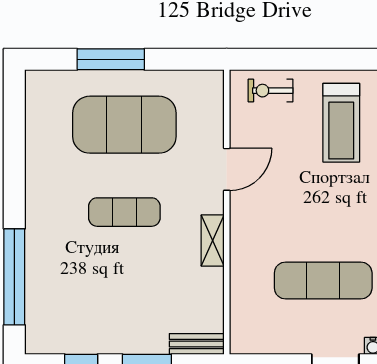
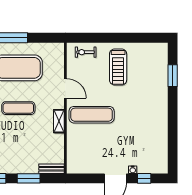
door: (227, 169) -> (65, 88), hinge flipped
exercise mat: (323, 280) -> (92, 115), moved

